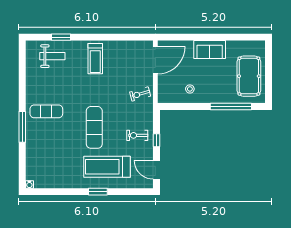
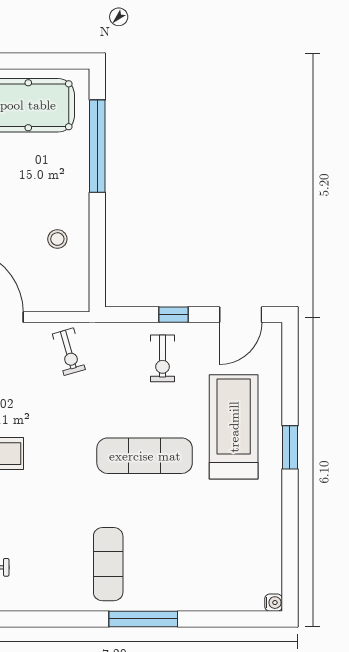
treadmill: (107, 167) -> (234, 427), turned 180

